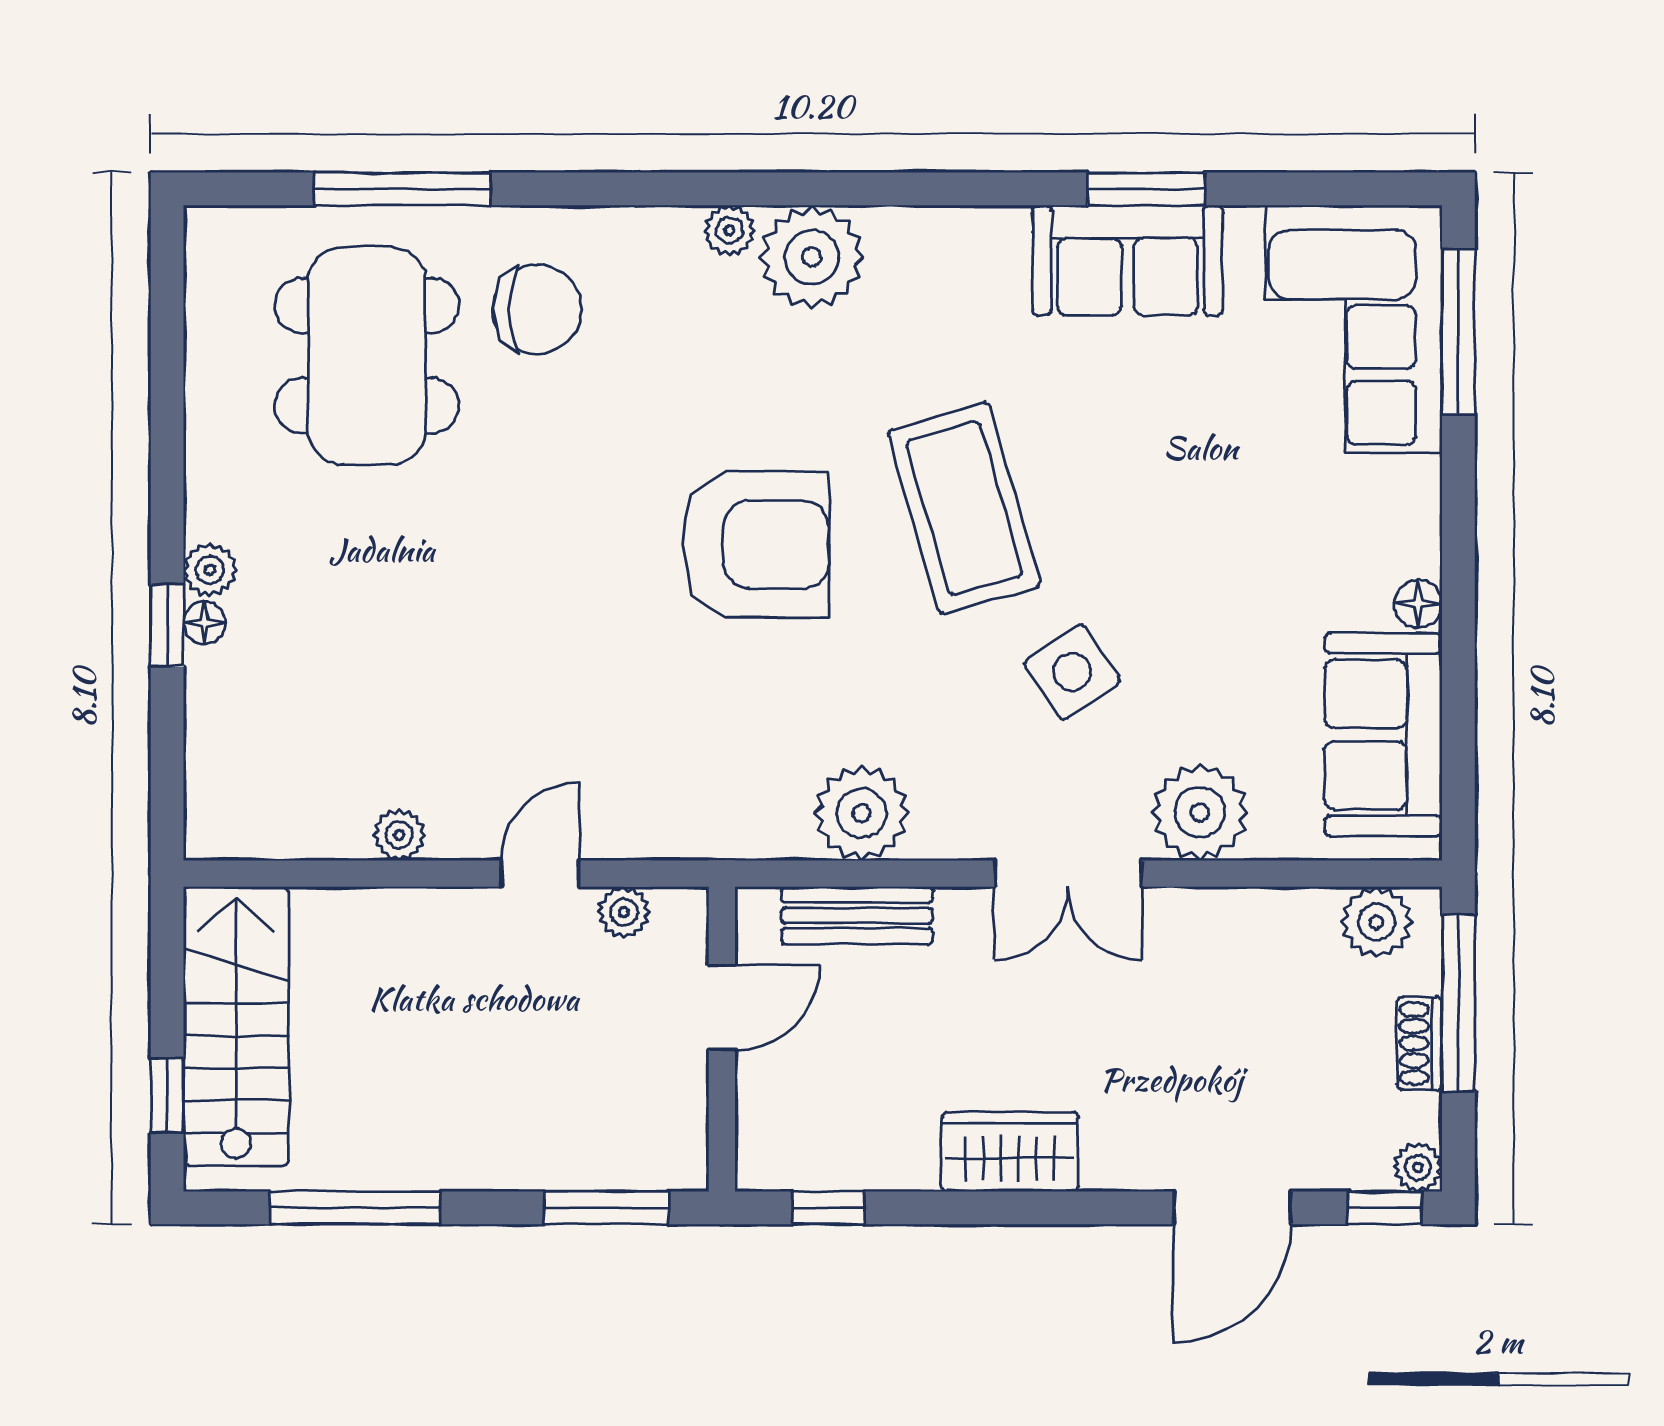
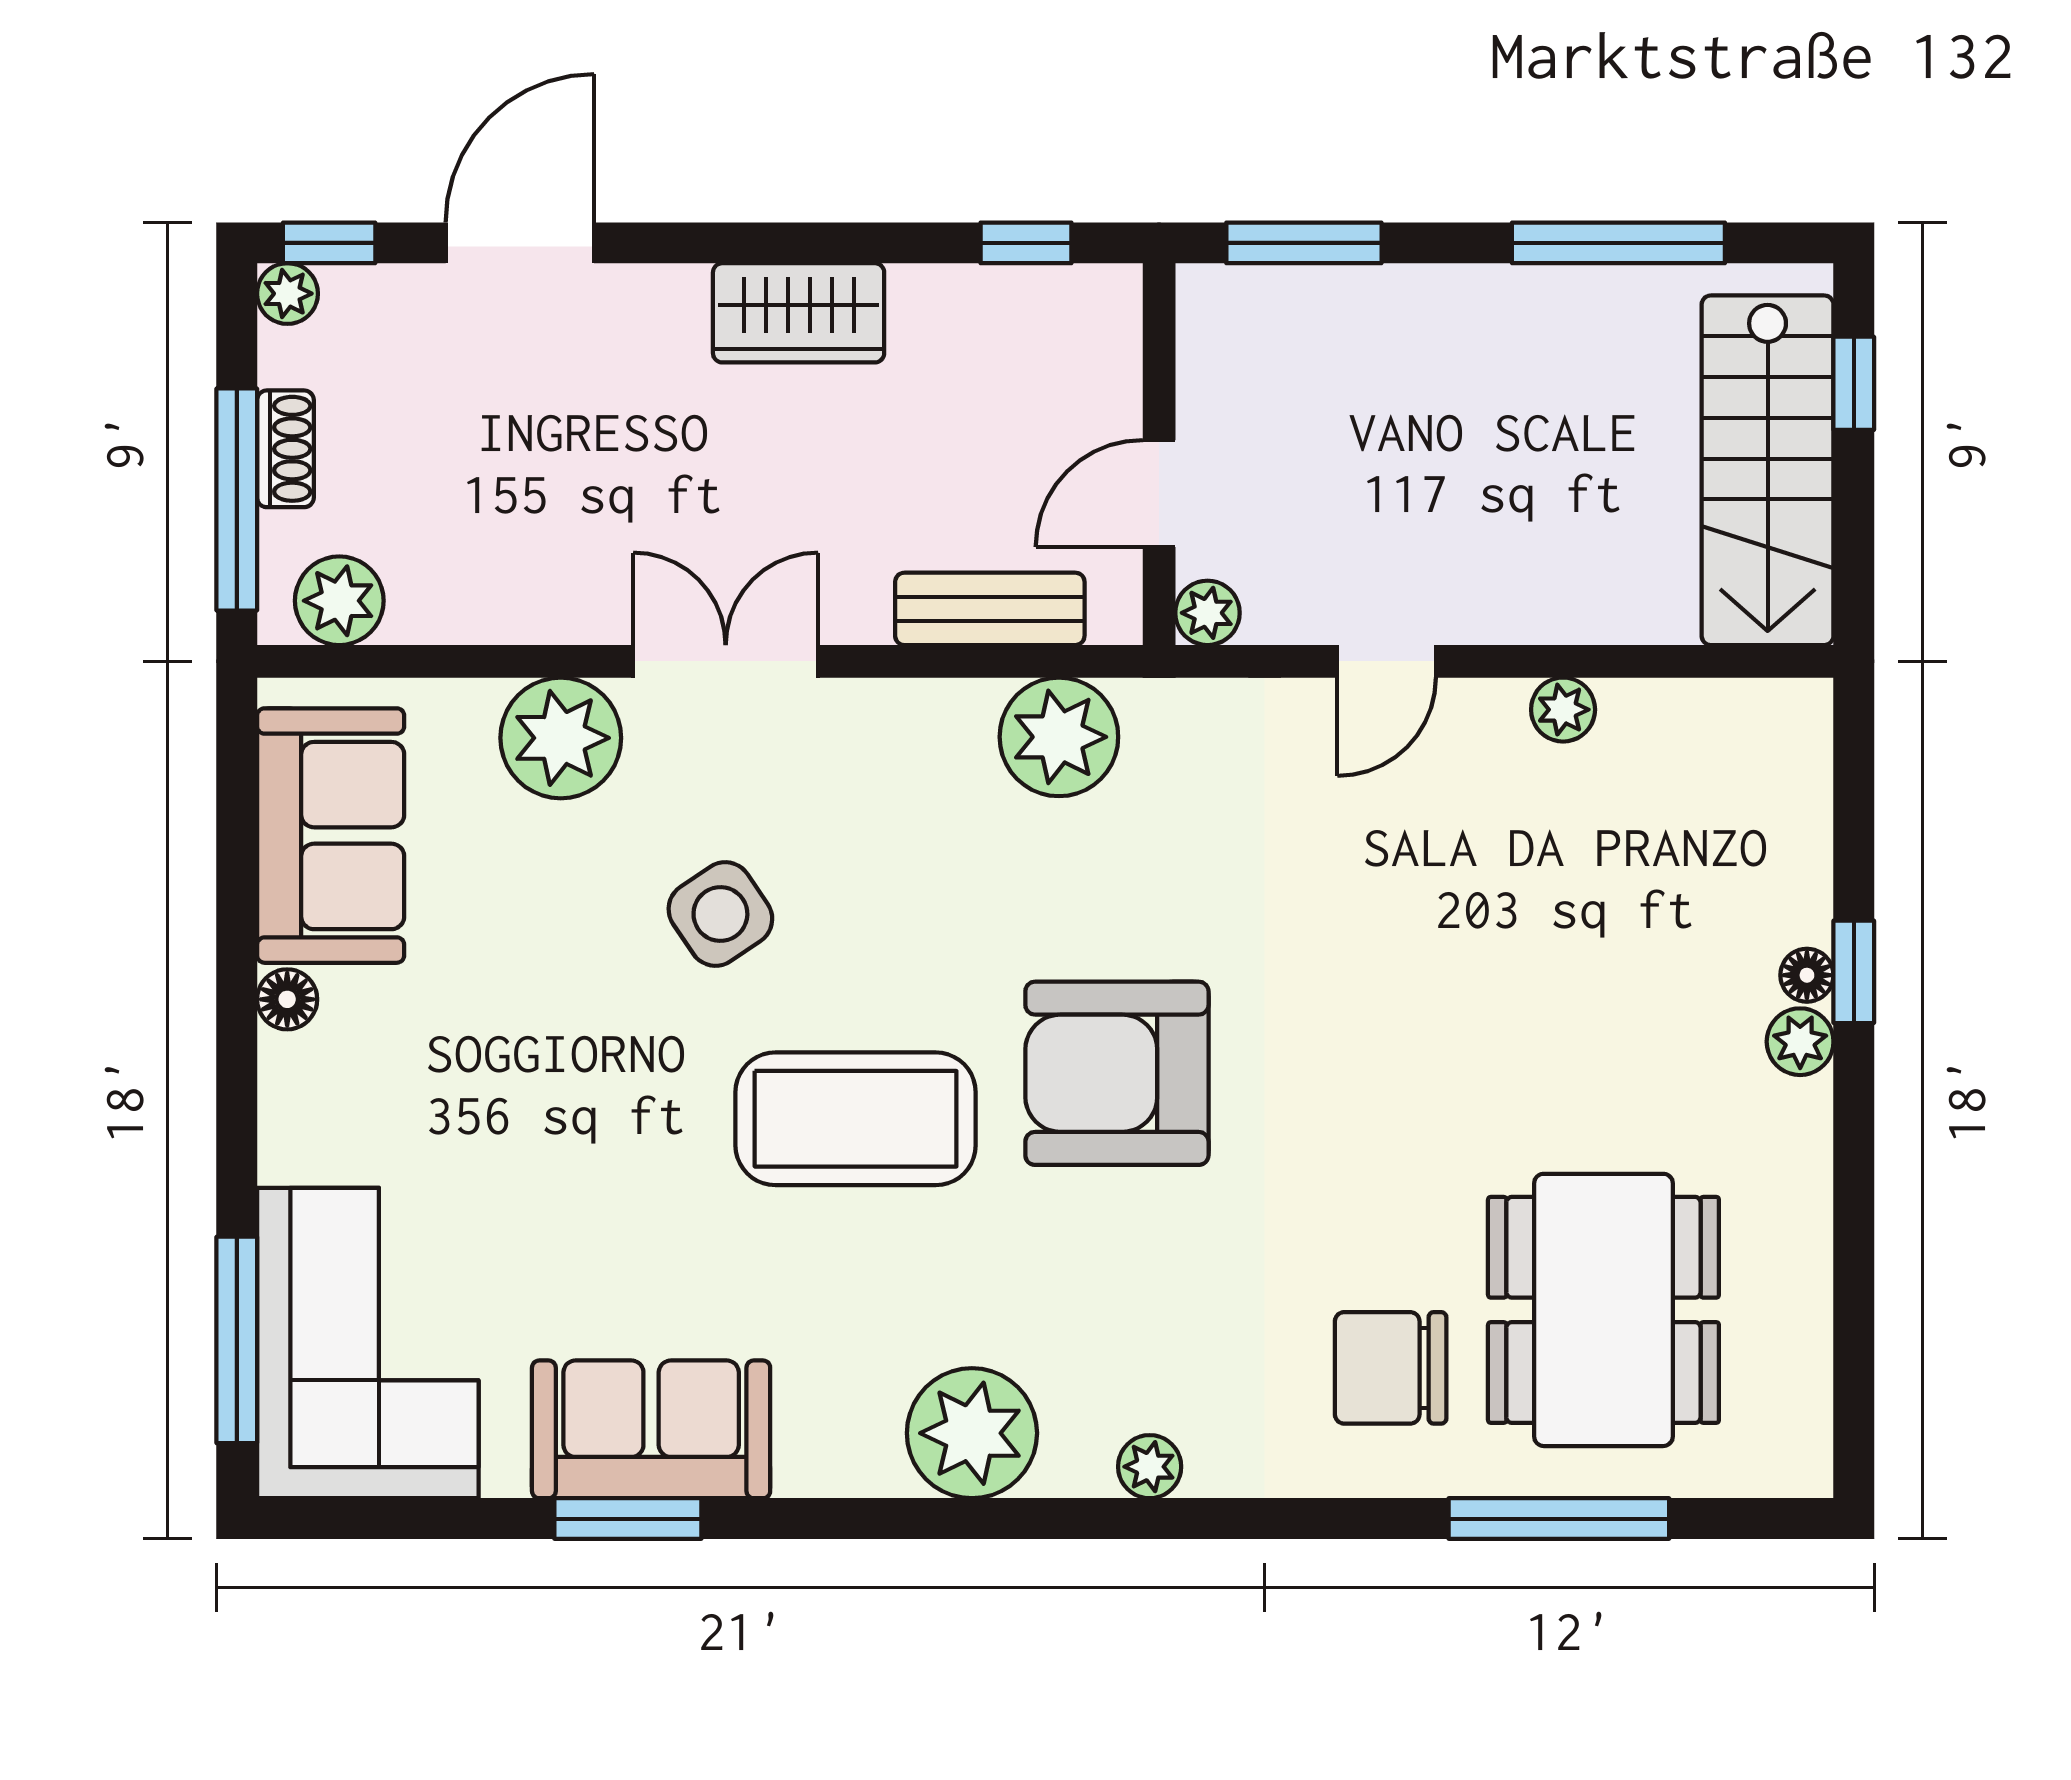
plant: (812, 257) -> (972, 1433), moved
coffee table: (964, 508) -> (856, 1119), turned -74
plant: (862, 813) -> (1059, 737), moved
plant: (624, 912) -> (1208, 613), moved

